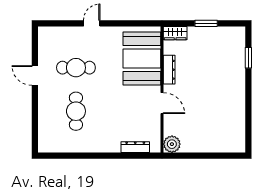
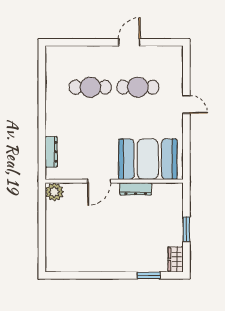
wardrobe: (175, 33) -> (176, 259), moved
cafe table: (76, 68) -> (138, 87), turned 90

